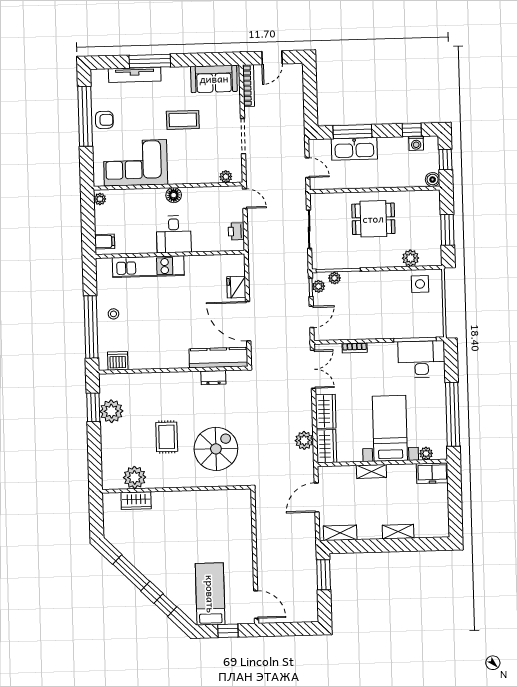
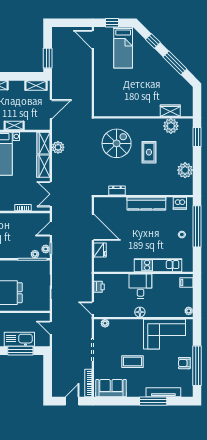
kitchen counter: (218, 358) -> (146, 204), moved
window: (93, 407) -> (197, 137), moved
spiral stairs: (216, 449) -> (117, 143), turned 180

